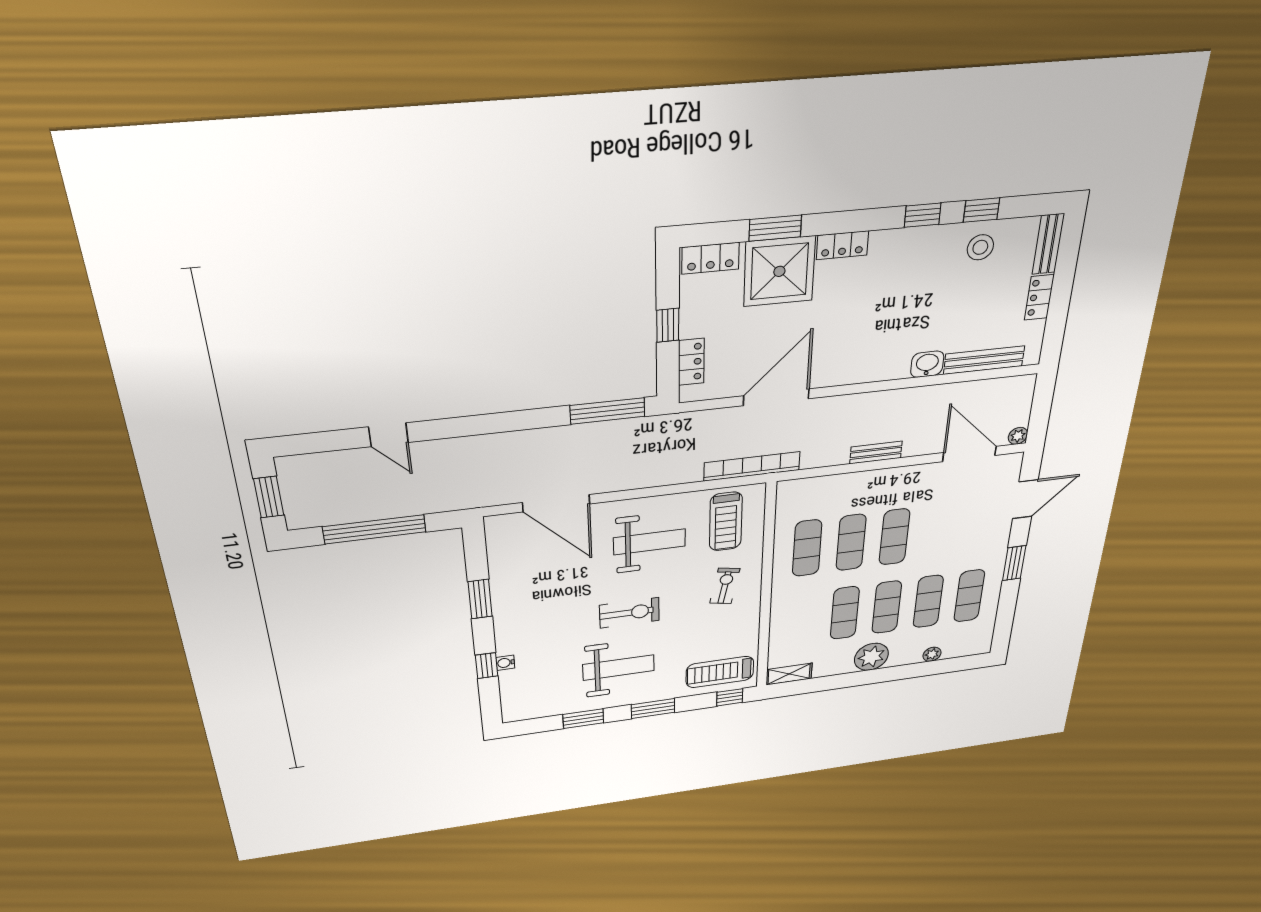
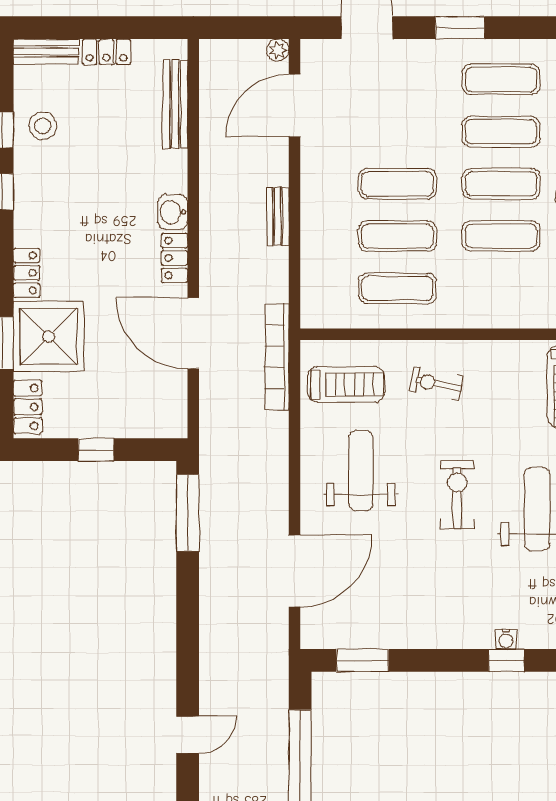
locker: (691, 362) -> (175, 258), moved, turned -90
washbasin: (927, 364) -> (173, 212), moved
window: (480, 599) -> (363, 660), moved

